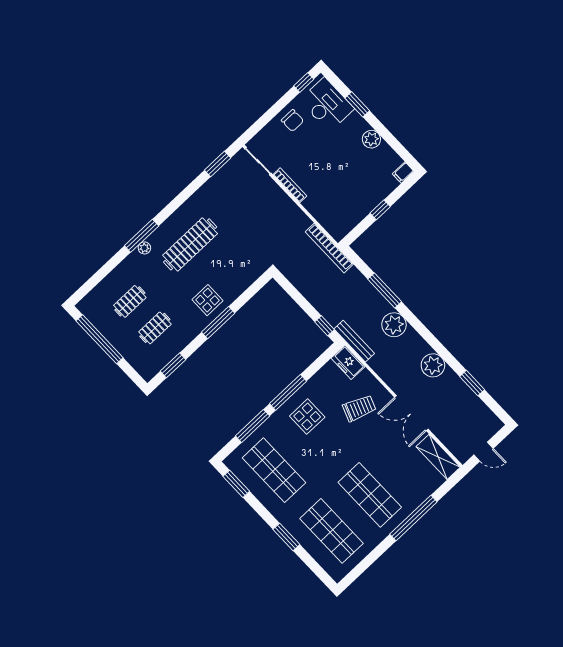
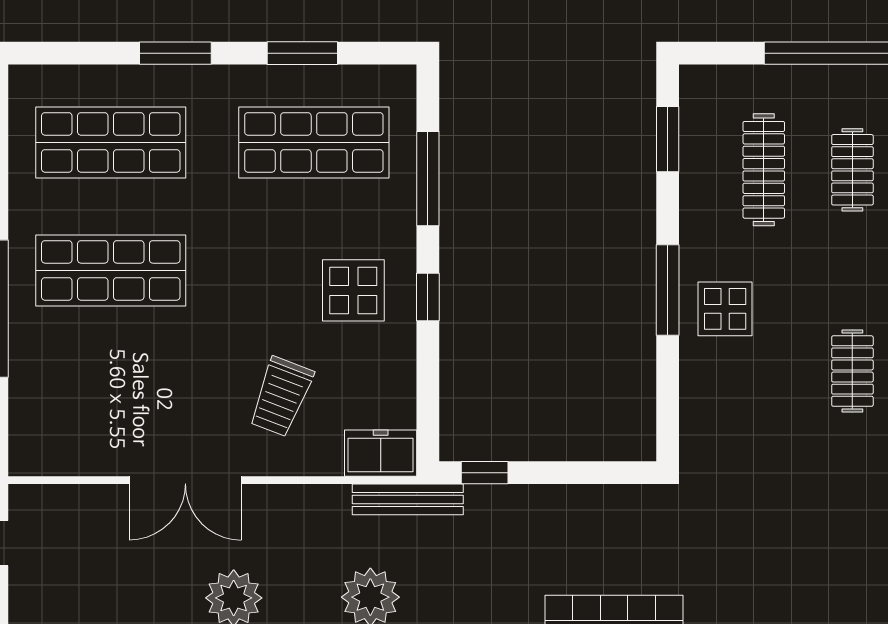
clothes rail: (190, 244) -> (852, 371), width x0.54, depth x0.76
clothes rail: (155, 328) -> (764, 170), width x1.36
window: (288, 392) -> (428, 297), width x0.46
double door: (411, 413) -> (185, 480), swing flipped
shelving: (438, 457) -> (63, 454), removed
window: (236, 484) -> (302, 53), moved

